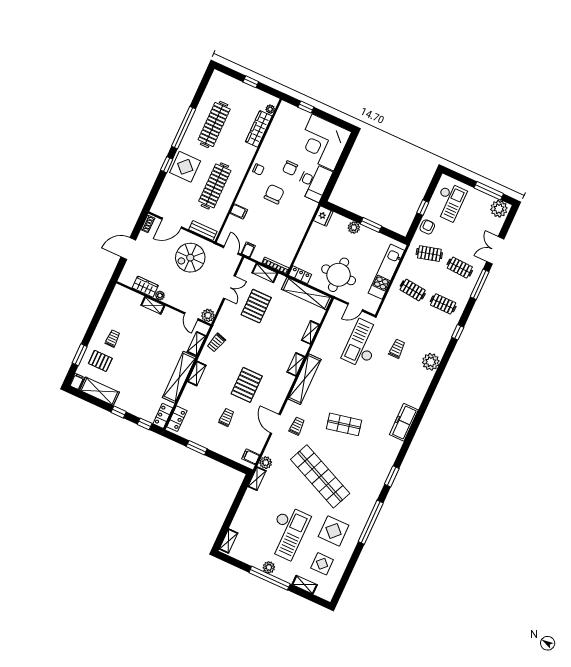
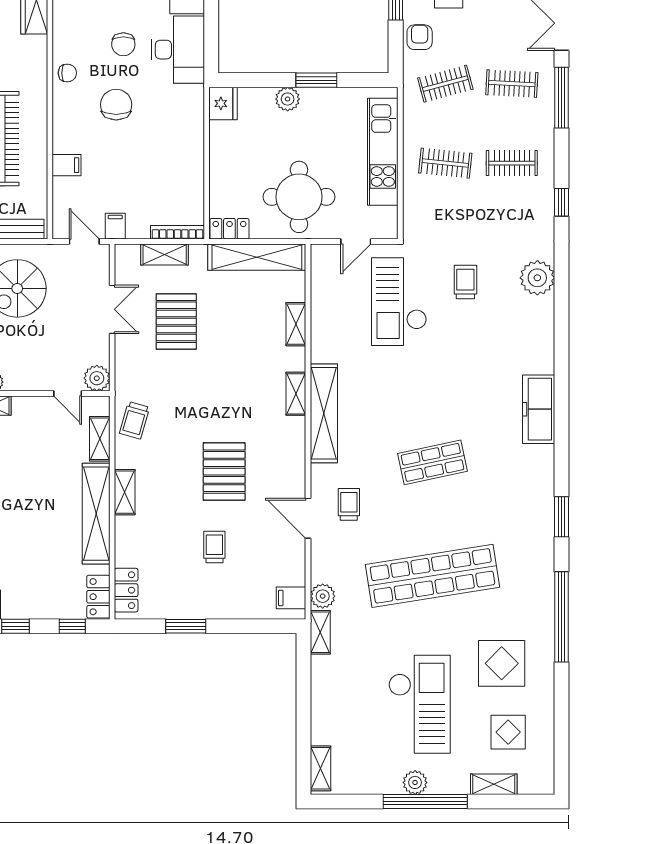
shop shelf: (320, 476) -> (432, 576), turned -33

